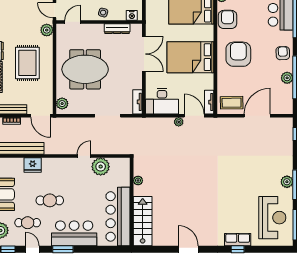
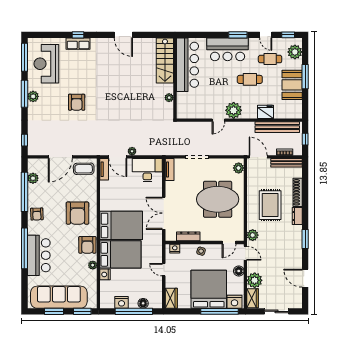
bed: (190, 57) -> (121, 225), moved
plant: (287, 78) -> (33, 178), moved
plant: (101, 167) -> (234, 110), moved
armchair: (239, 175) -> (77, 102), added

